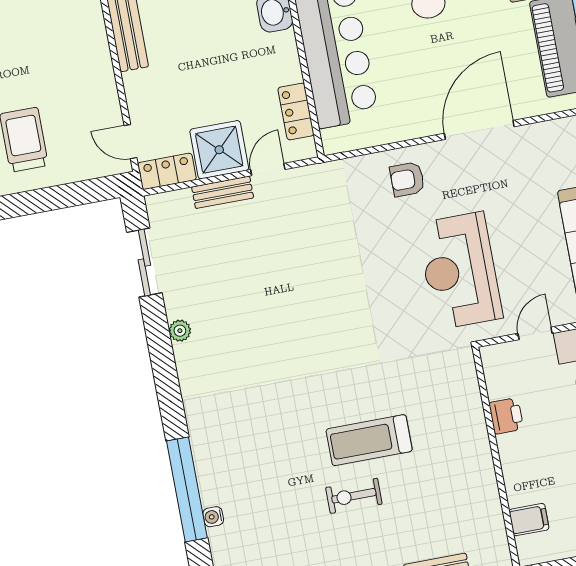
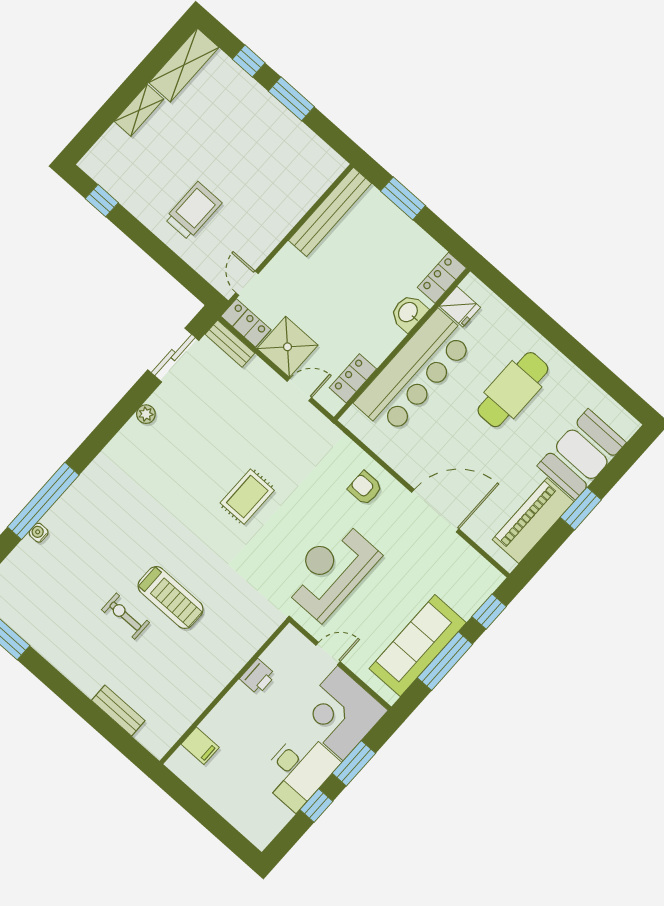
bench: (223, 192) -> (230, 344), moved
rug: (330, 296) -> (247, 497), added
treadmill: (369, 440) -> (171, 598), turned 180

